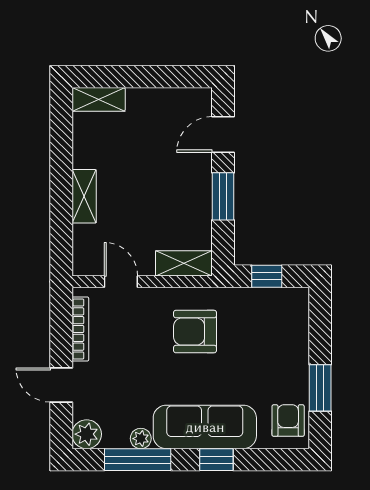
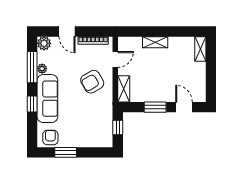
armchair: (195, 332) -> (92, 82), moved, turned -120
door: (61, 385) -> (67, 32), swing flipped
armchair: (288, 421) -> (50, 137), turned -90

